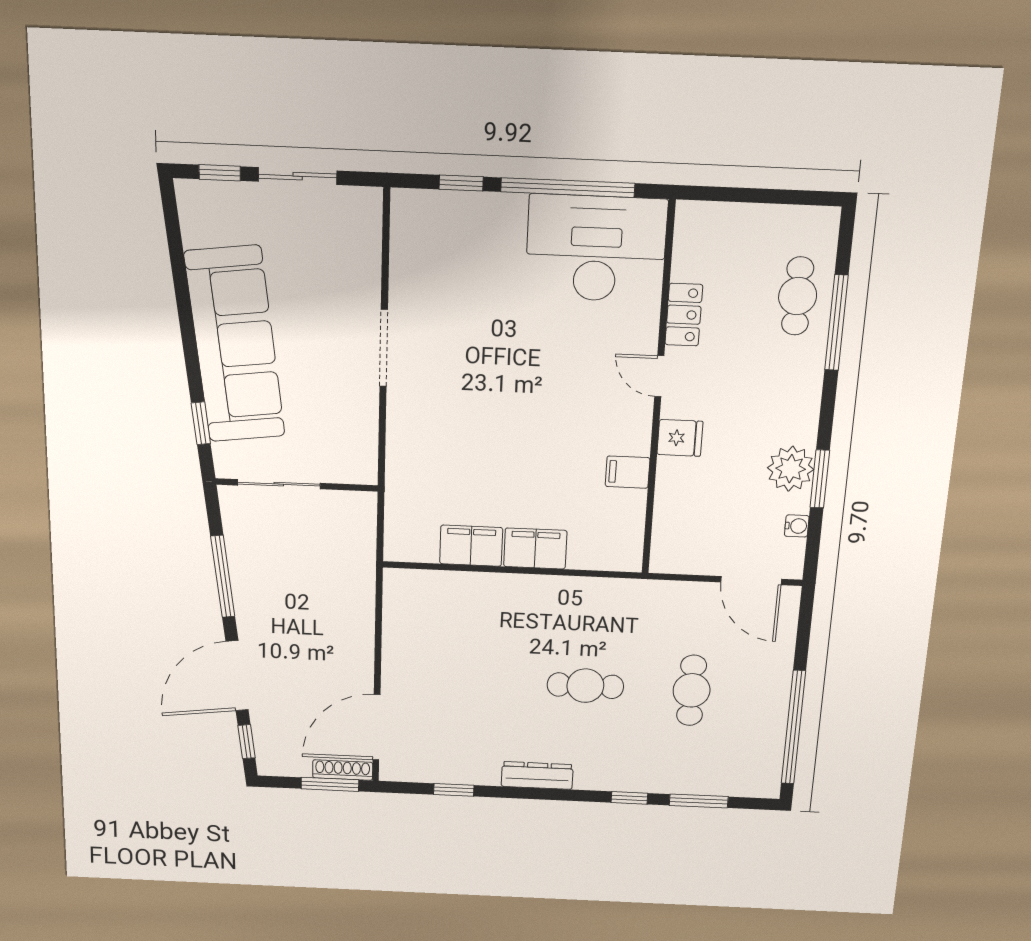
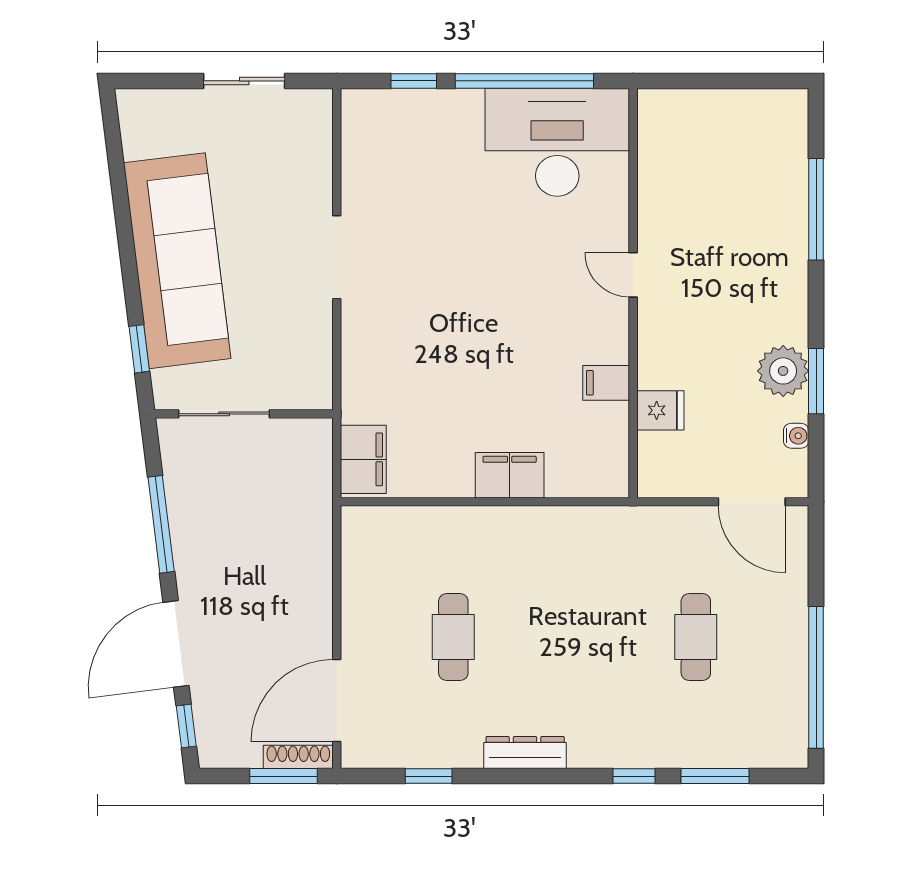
window: (220, 173) -> (163, 81), removed
cafe table: (798, 296) -> (772, 183), removed
locker: (684, 315) -> (654, 208), removed
fridge: (680, 438) -> (660, 410), moved
filing cabinet: (471, 546) -> (363, 459), moved, turned 90
cafe table: (585, 686) -> (453, 637), moved, turned 90

